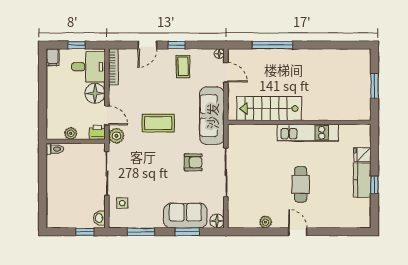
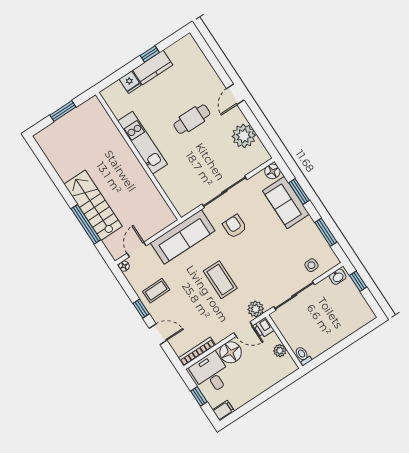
stairs: (269, 109) -> (93, 205), moved, turned 180
door: (107, 115) -> (243, 329), swing flipped
plant: (266, 222) -> (244, 136), width x1.88, depth x1.88

